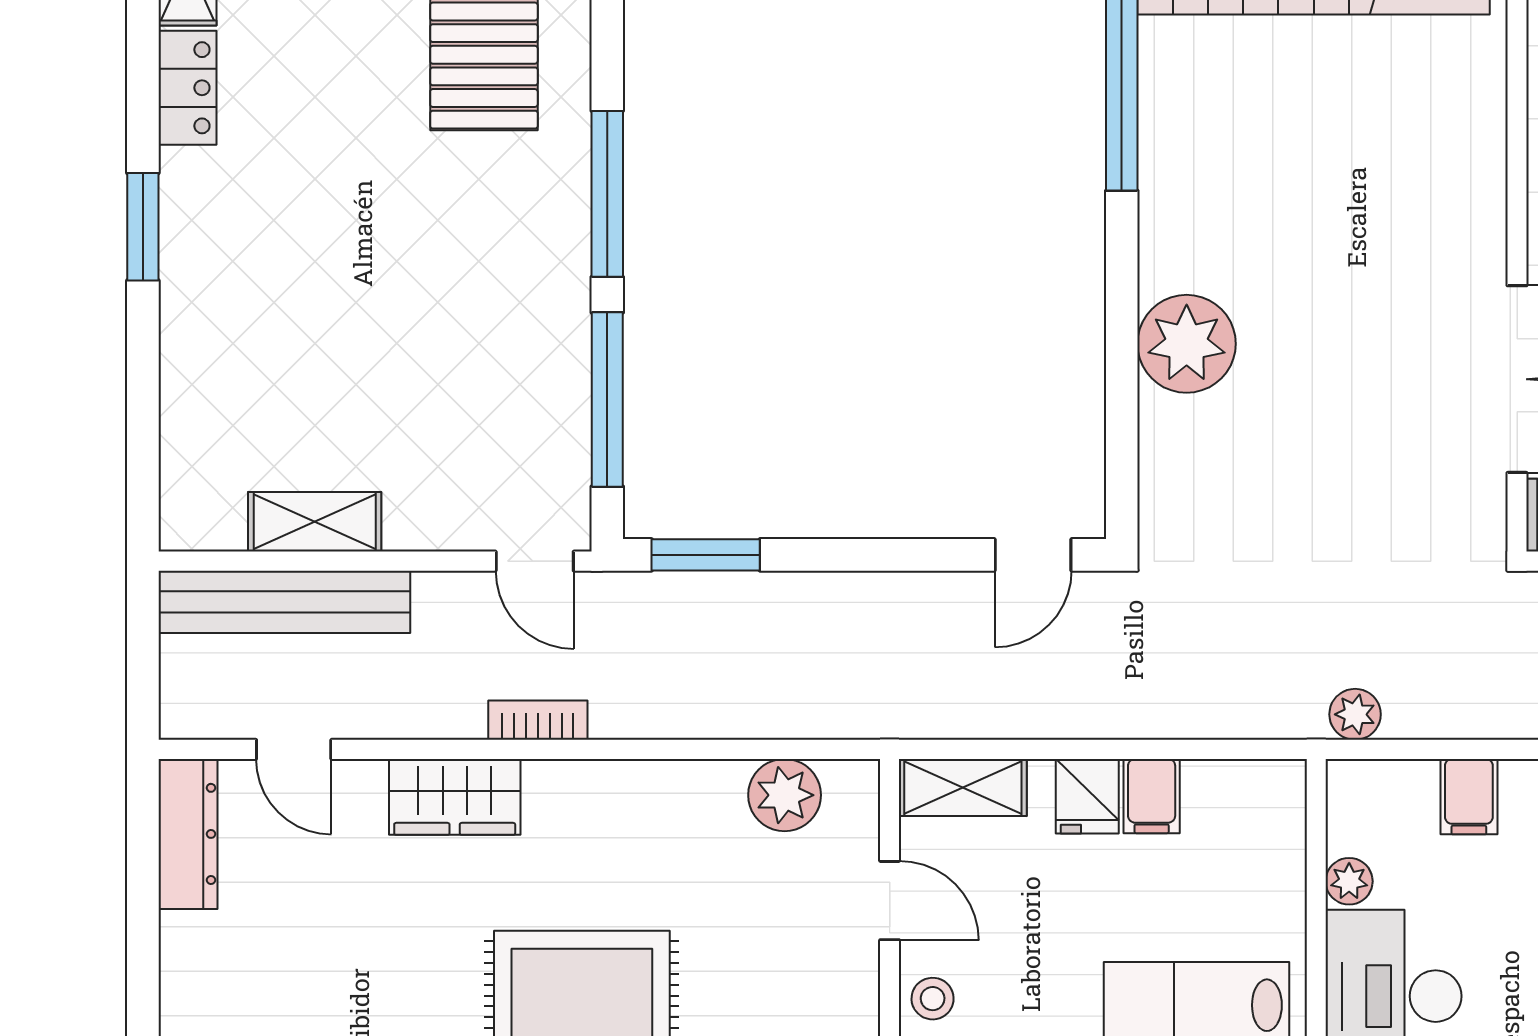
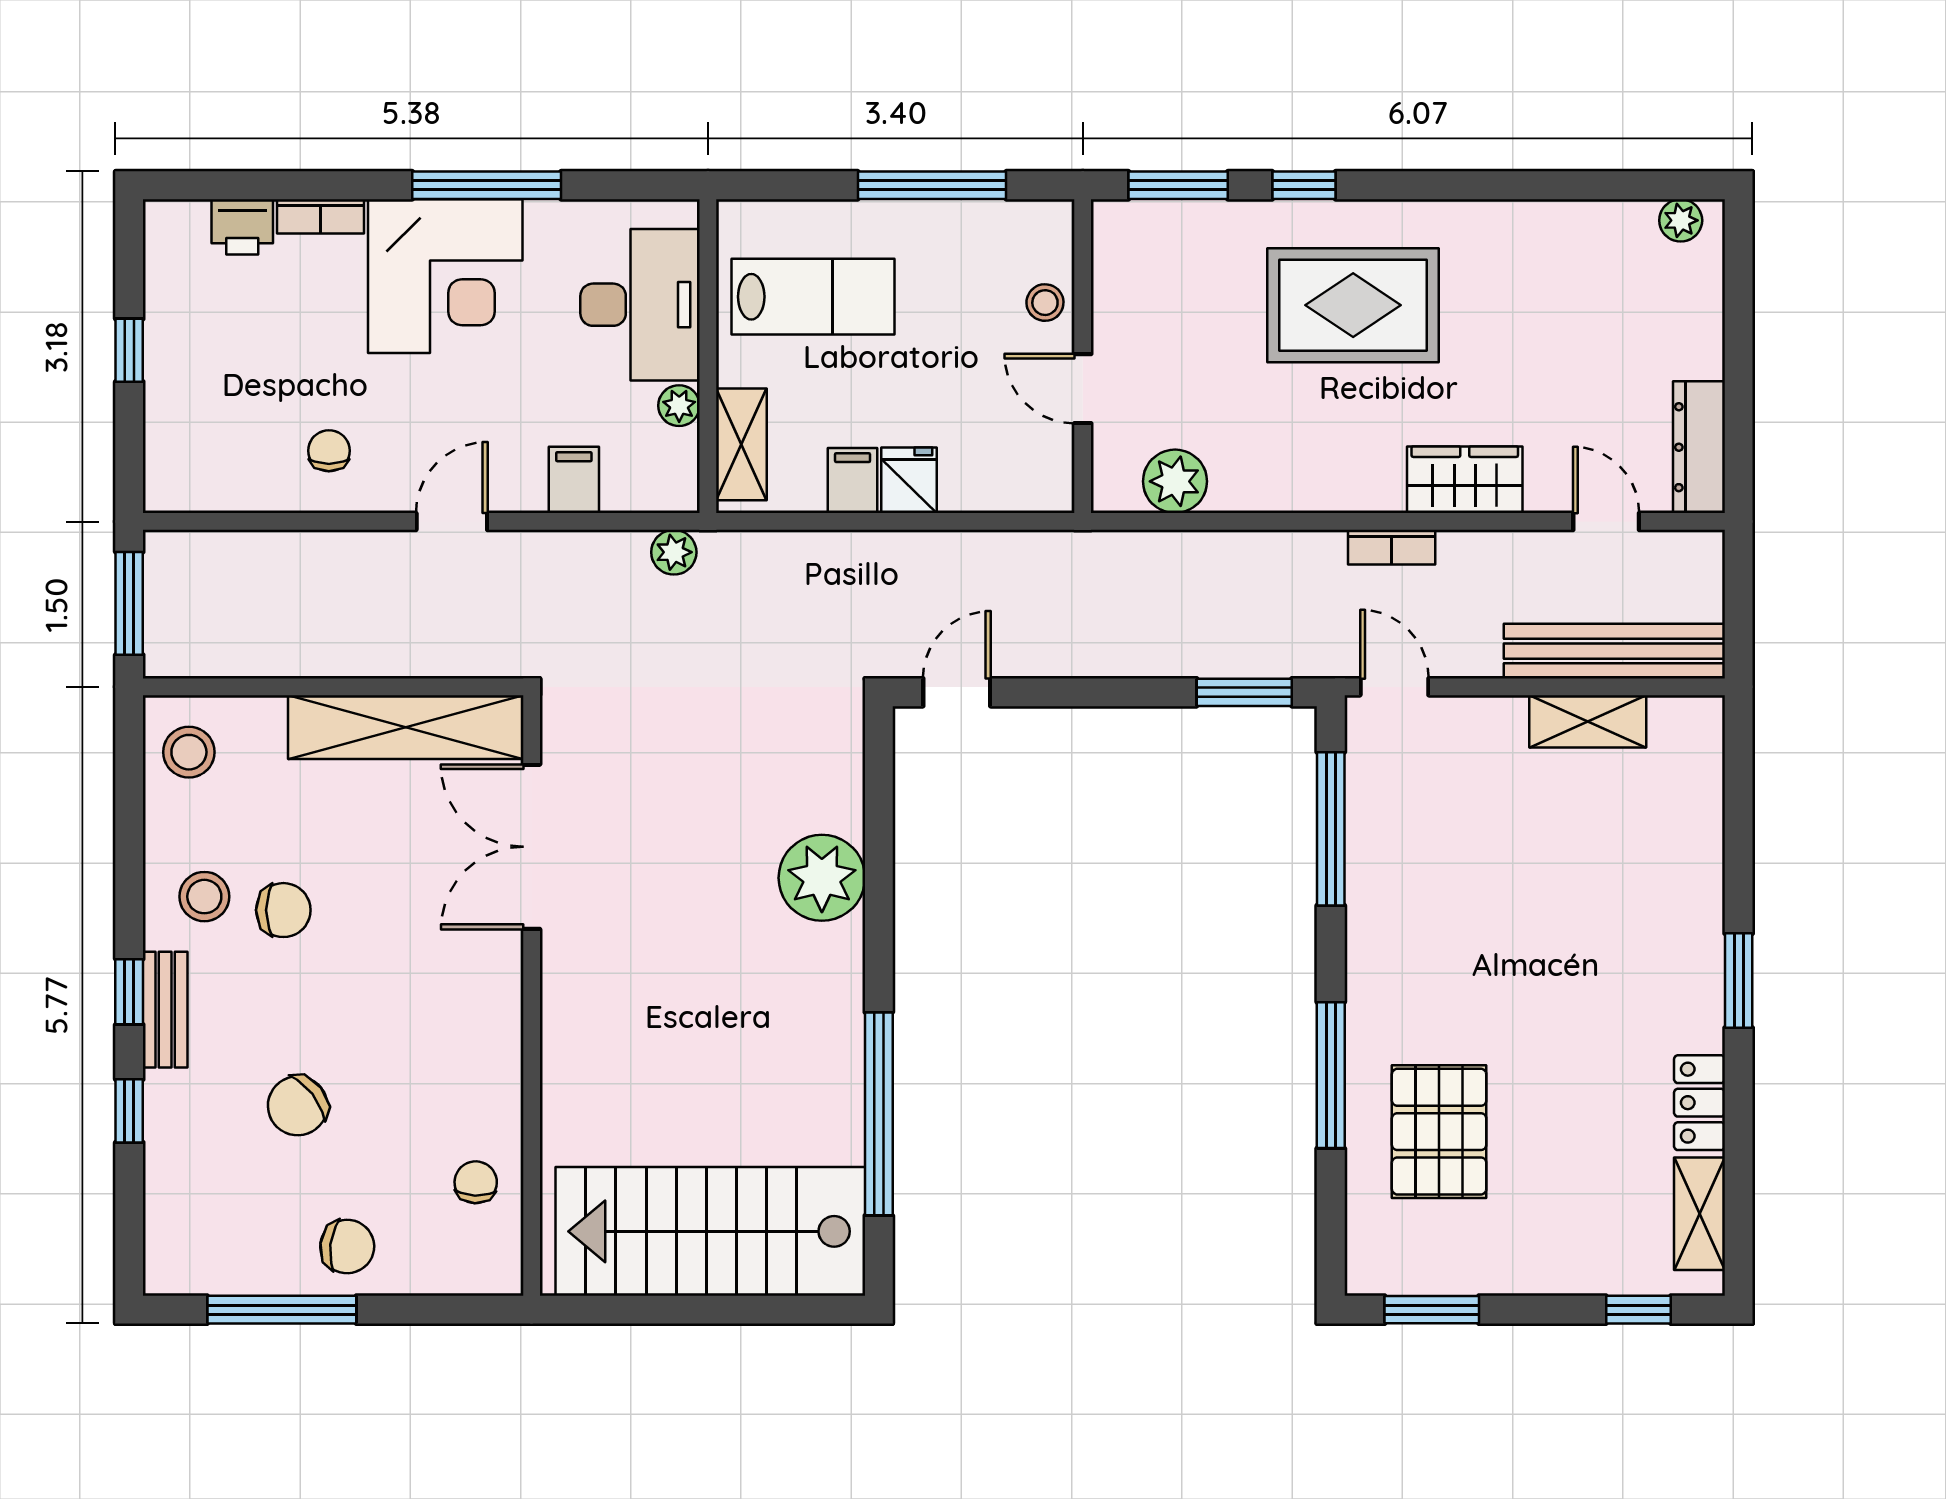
window: (607, 194) -> (1331, 1075), moved
shelving: (963, 788) -> (741, 444), moved, turned 90

